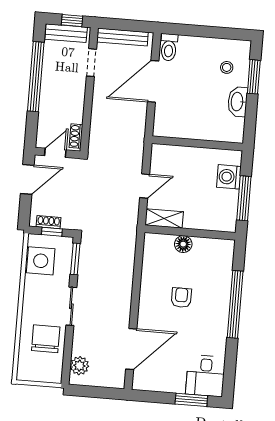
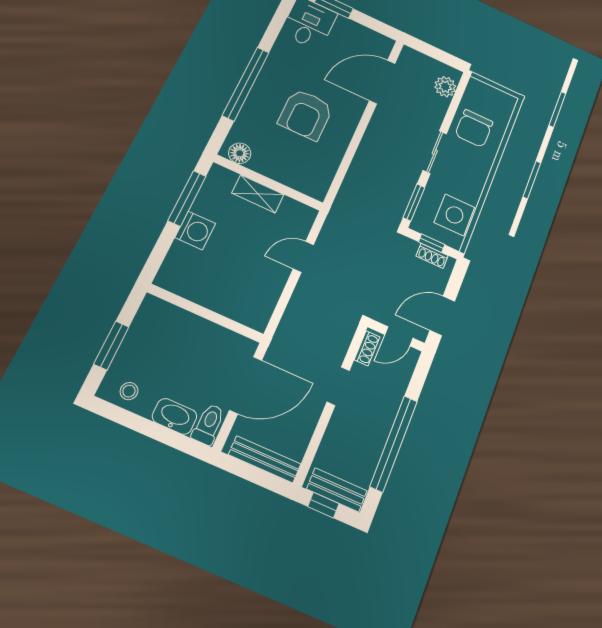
doorway: (91, 63) -> (338, 386), moved
stool: (227, 67) -> (129, 391), moved
washbasin: (238, 102) -> (175, 416), moved, turned -90
wall: (197, 143) -> (205, 313), moved
shelving: (164, 219) -> (258, 194), moved
floor lamp: (183, 244) -> (240, 153), moved
armchair: (181, 298) -> (306, 114), width x1.88, depth x1.88

